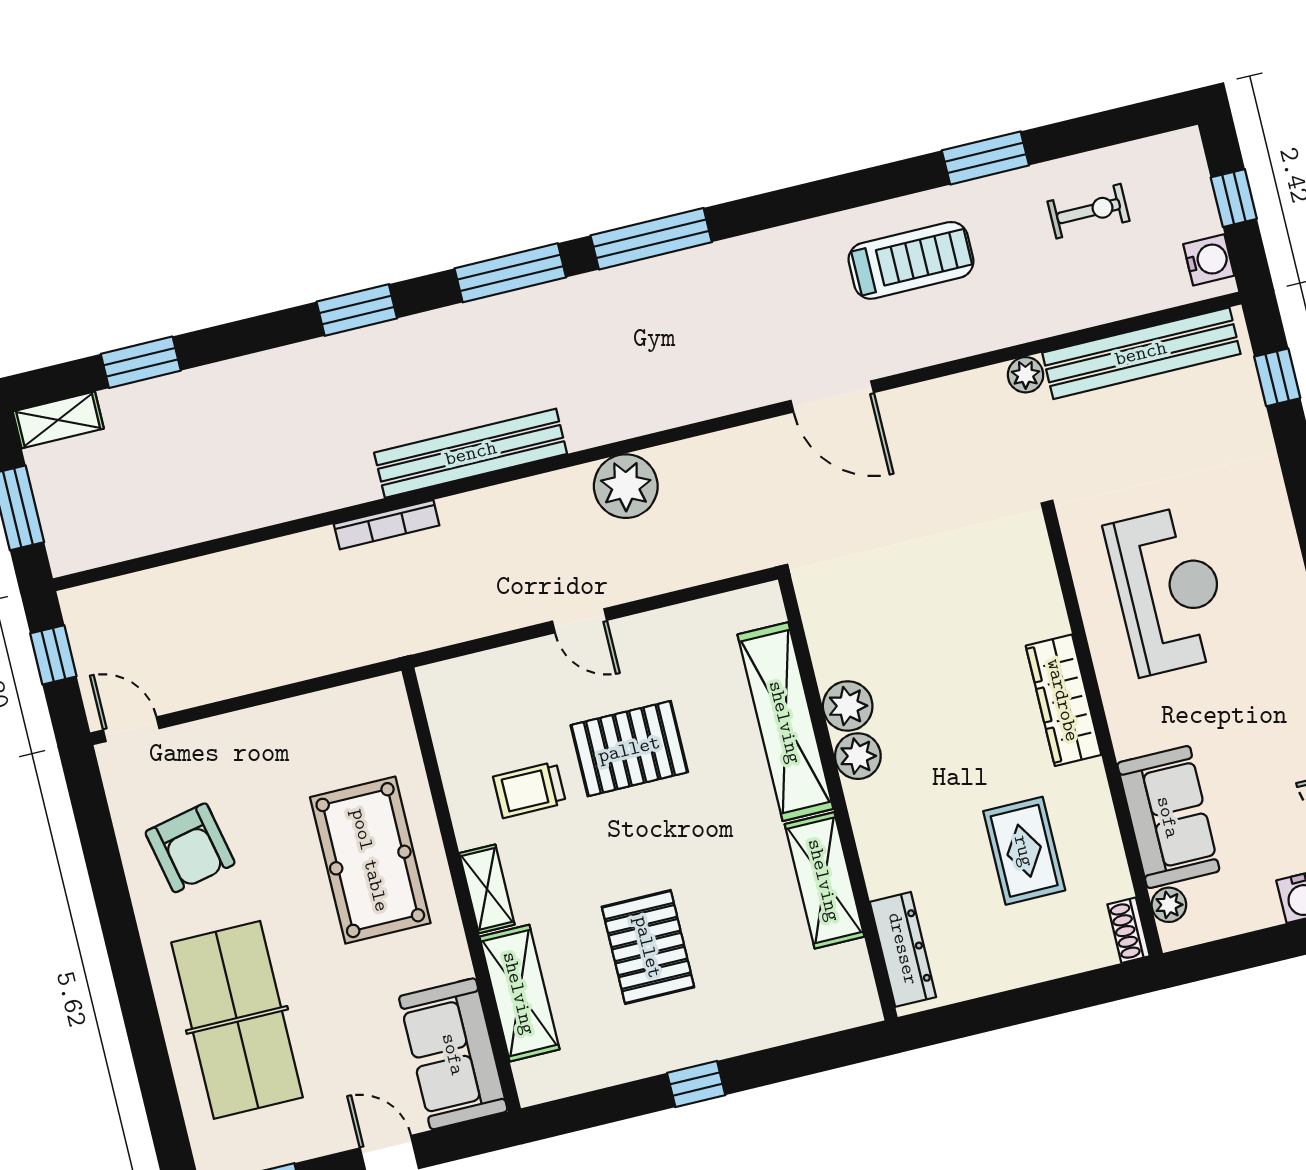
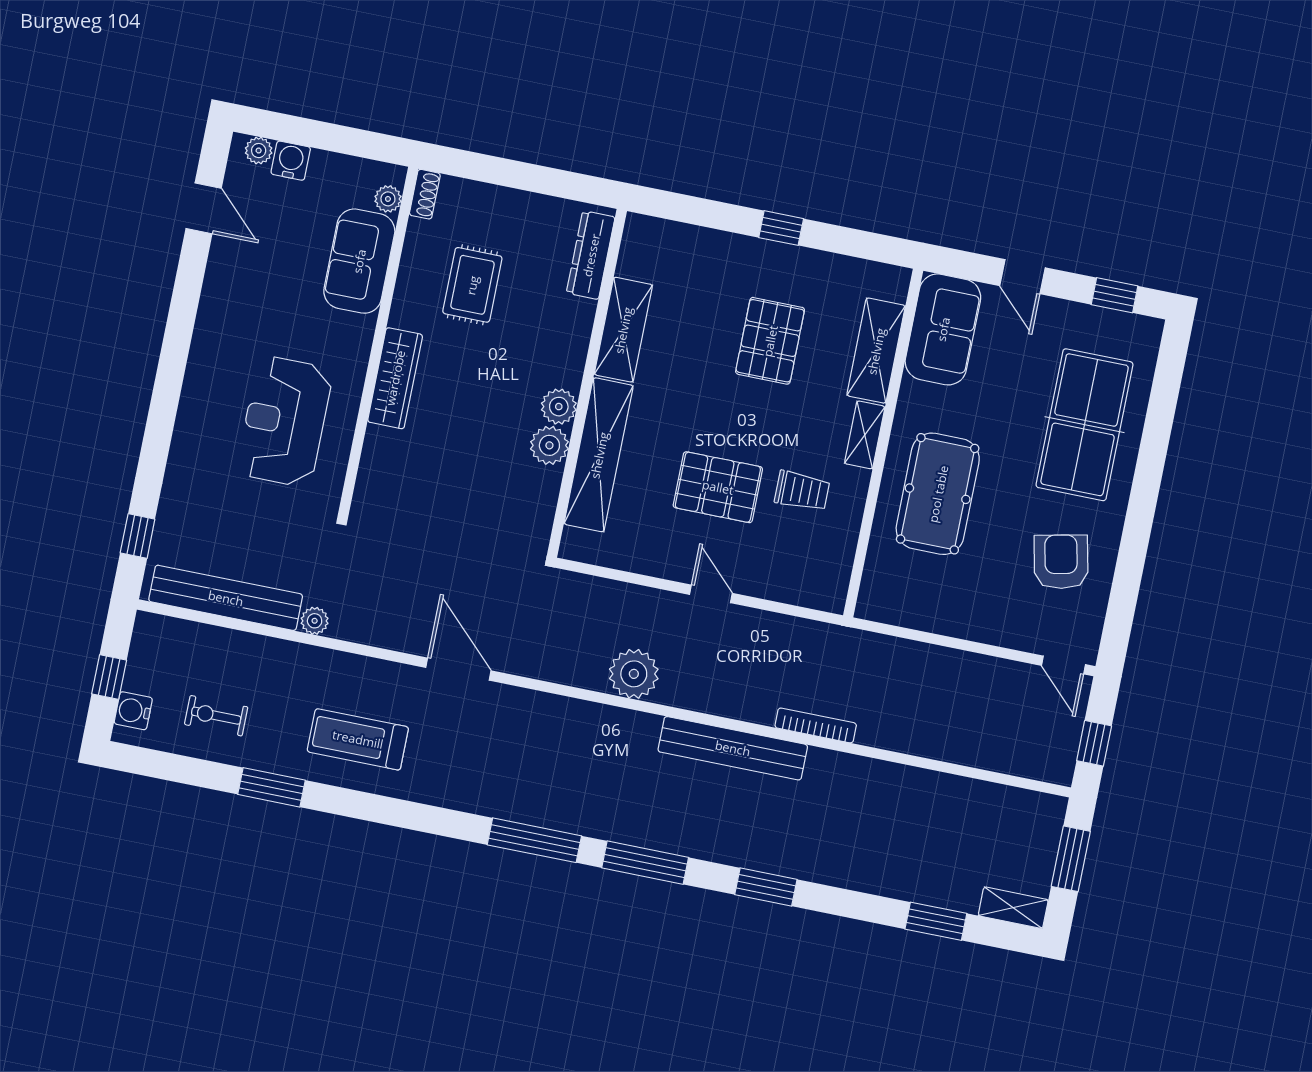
water cooler: (1209, 260) -> (133, 711), moved

